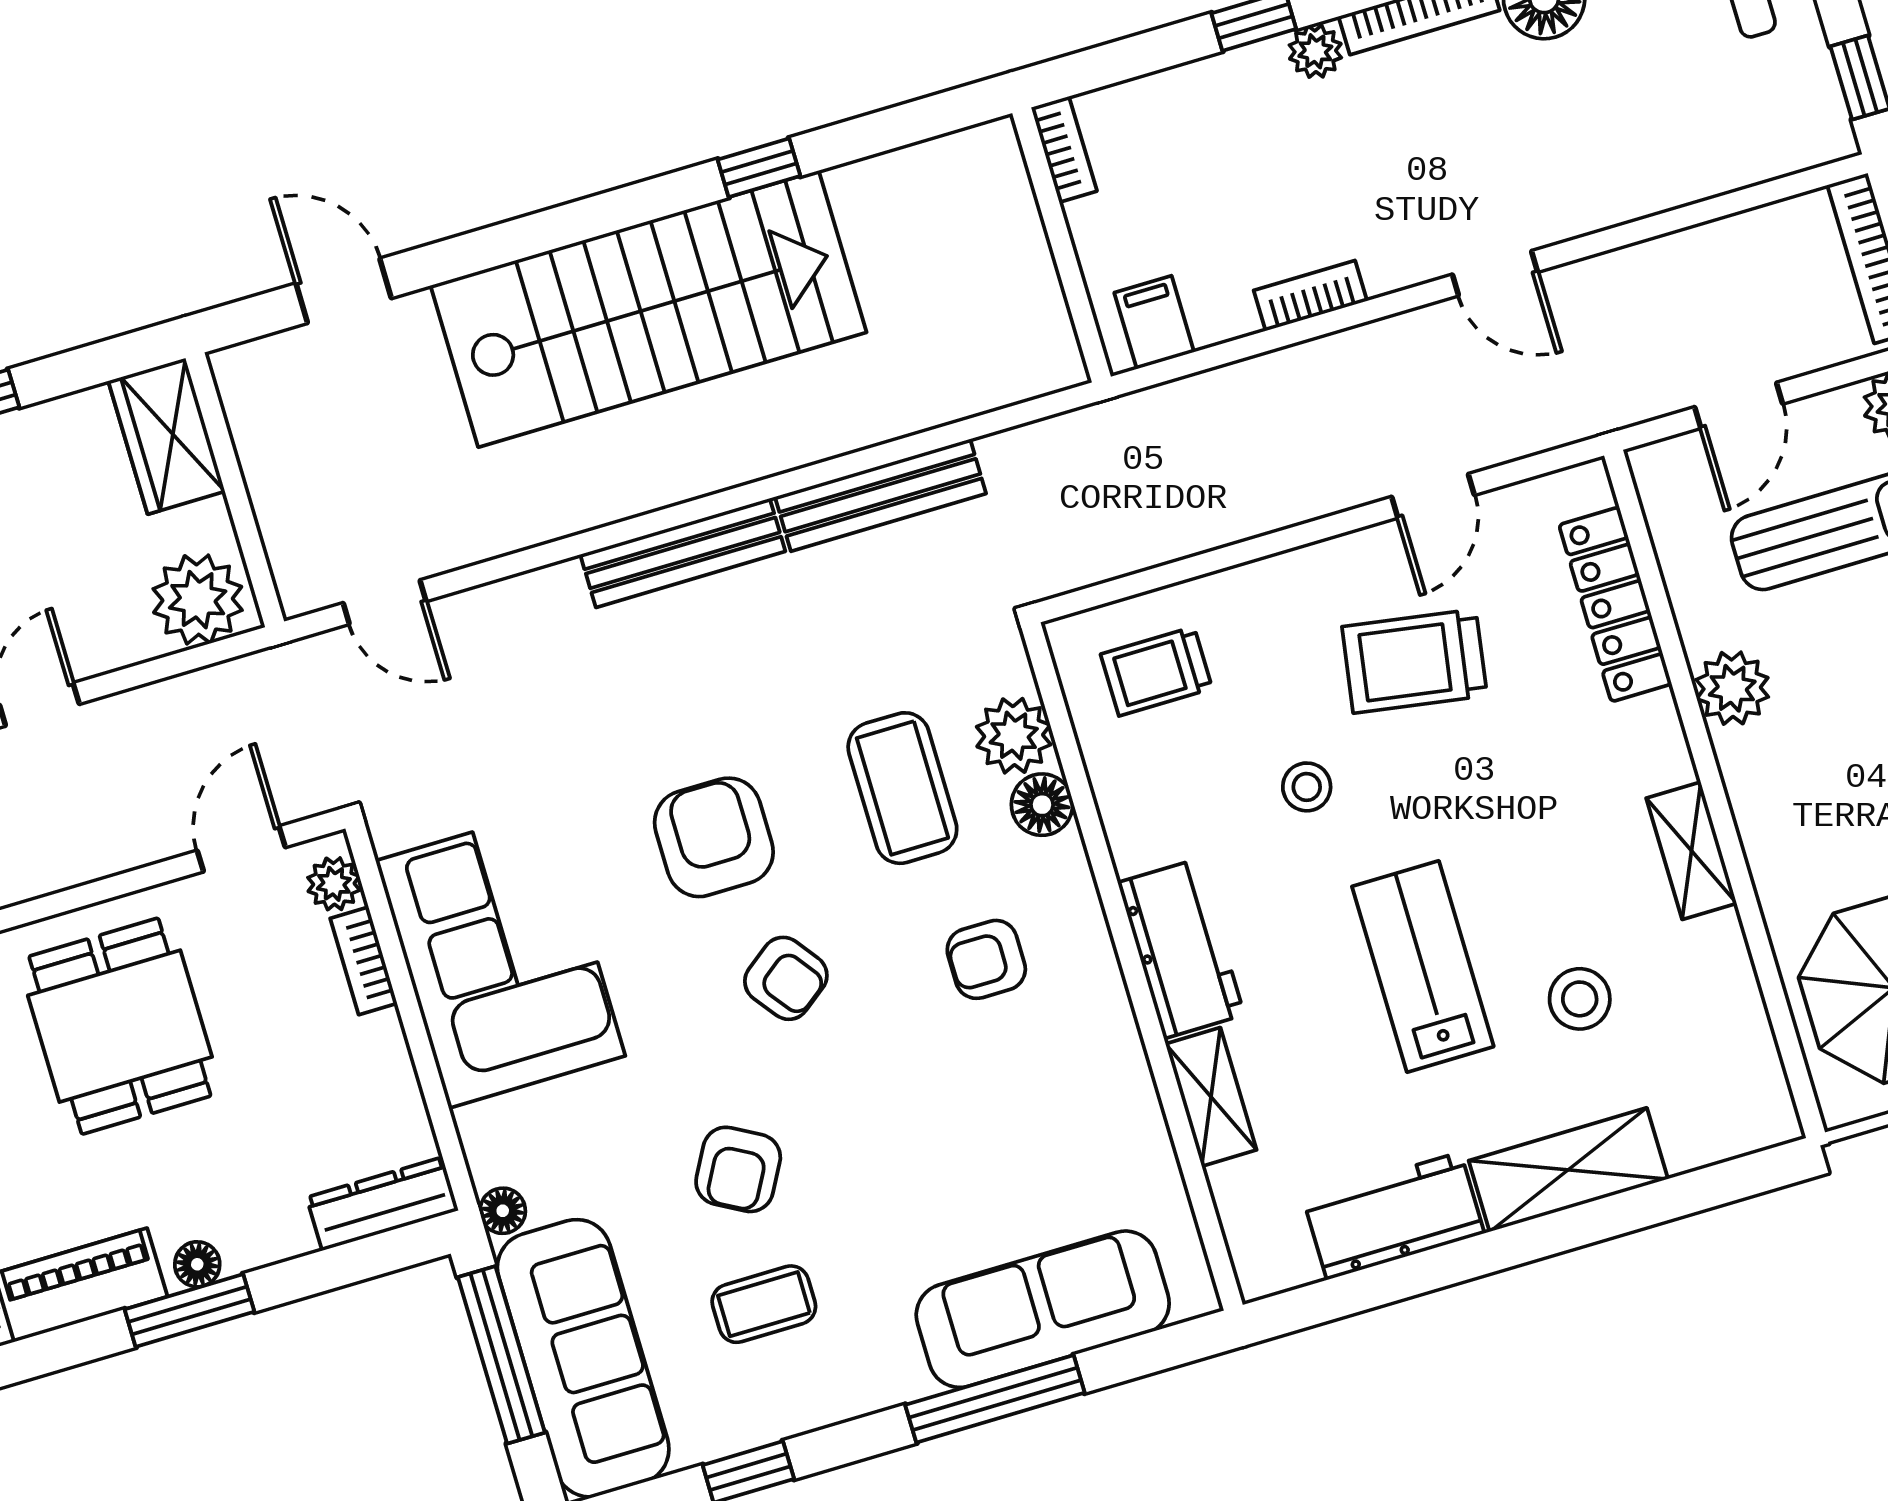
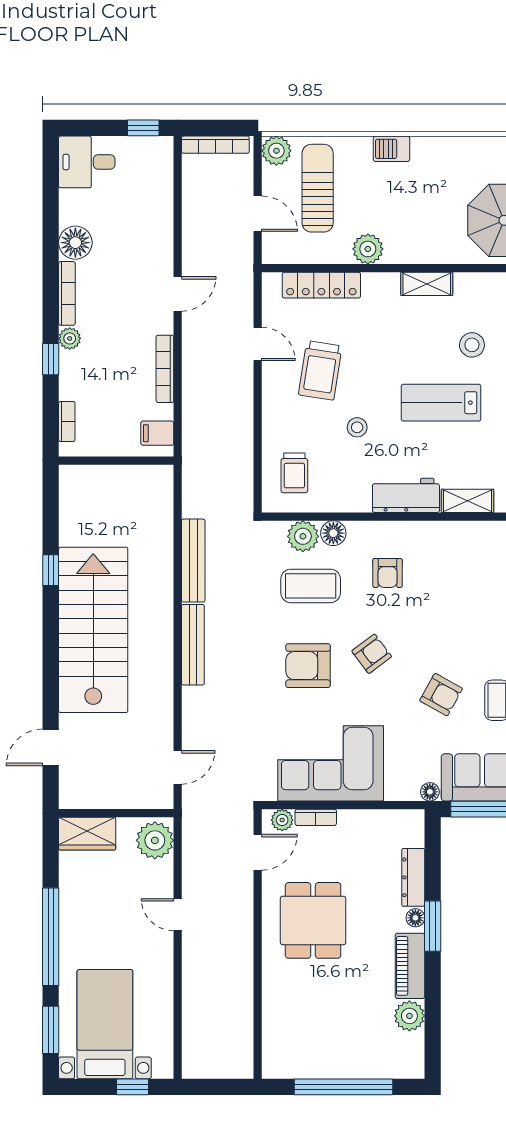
bookcase: (1064, 149) -> (67, 421), moved, turned 90
bookcase: (1310, 296) -> (165, 369), width x1.56
door: (241, 849) -> (258, 852), swing flipped
dining table: (120, 1026) -> (313, 920), turned 90
dresser: (382, 1204) -> (413, 877), moved

